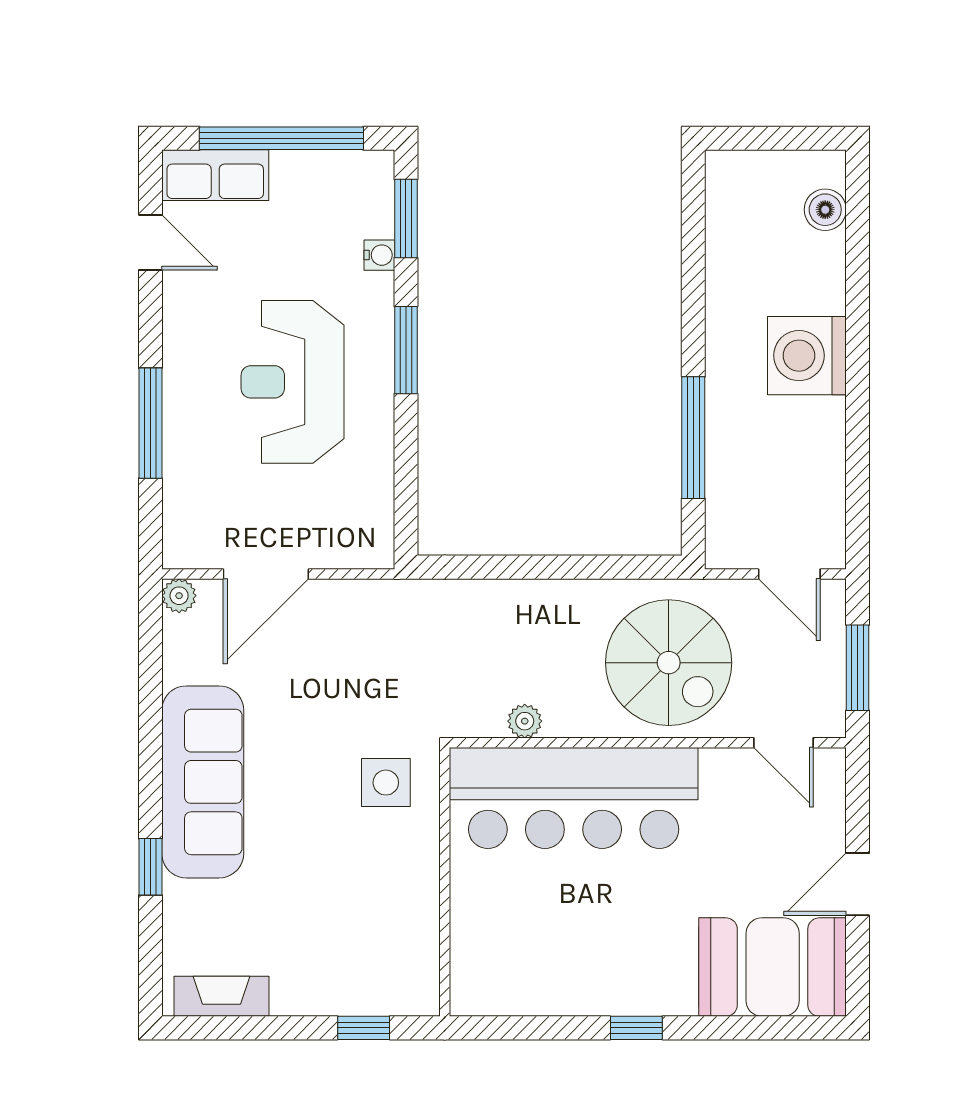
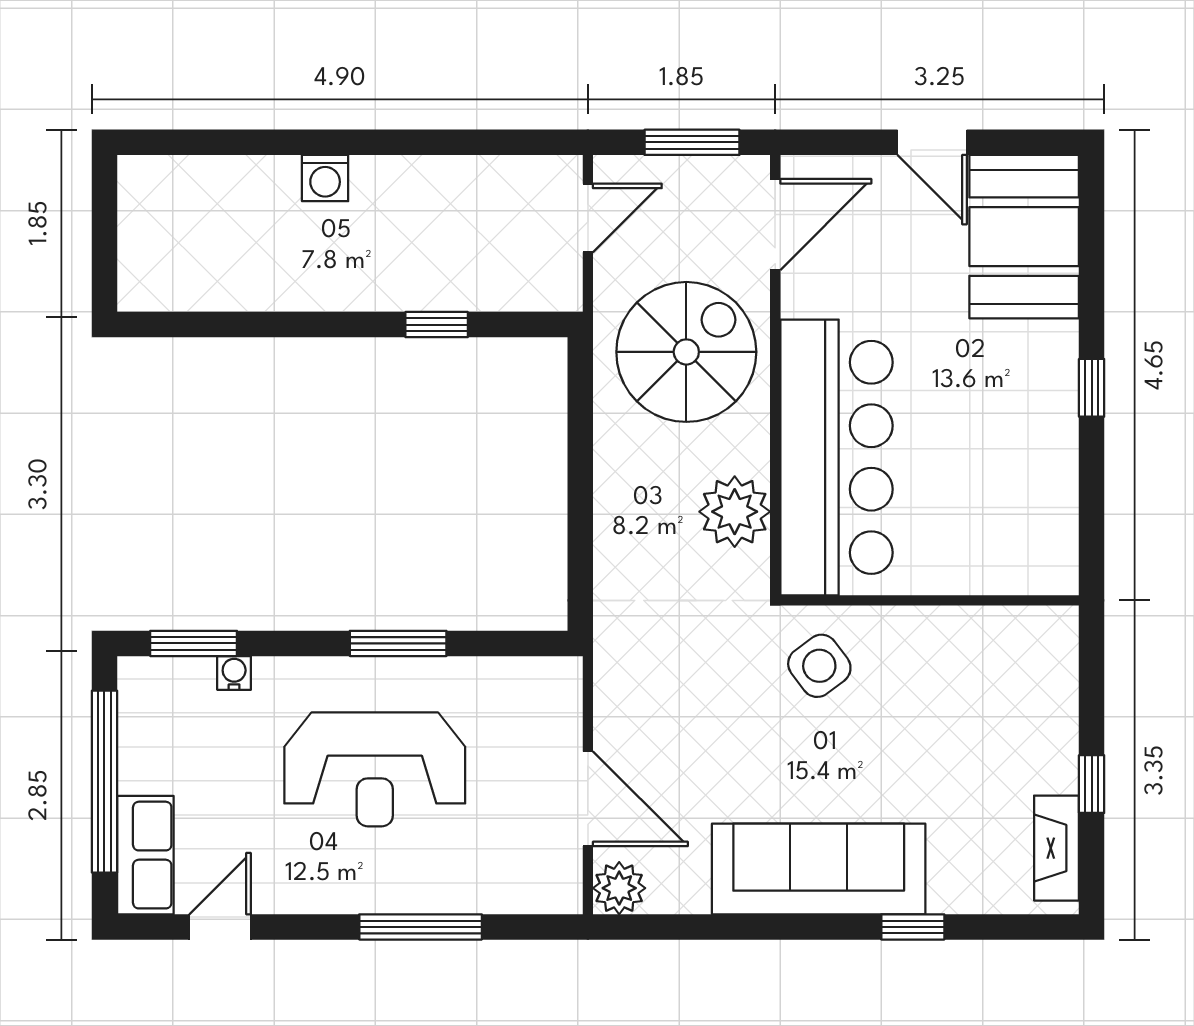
boiler: (825, 210) -> (184, 178), removed
window: (406, 350) -> (398, 643), moved
washing machine: (807, 356) -> (325, 178), width x0.53, depth x0.53
window: (693, 438) -> (437, 325), width x0.46
plant: (179, 596) -> (619, 888), width x1.38, depth x1.38
plant: (525, 721) -> (735, 512), width x1.87, depth x1.87
door: (784, 743) -> (775, 224), width x1.38
side table: (386, 783) -> (819, 666), turned -37
window: (364, 1028) -> (1092, 784), moved

